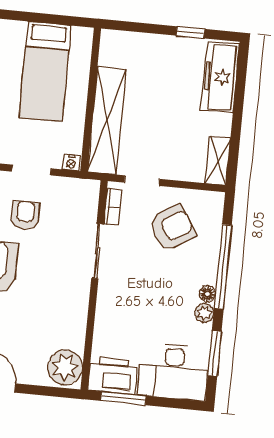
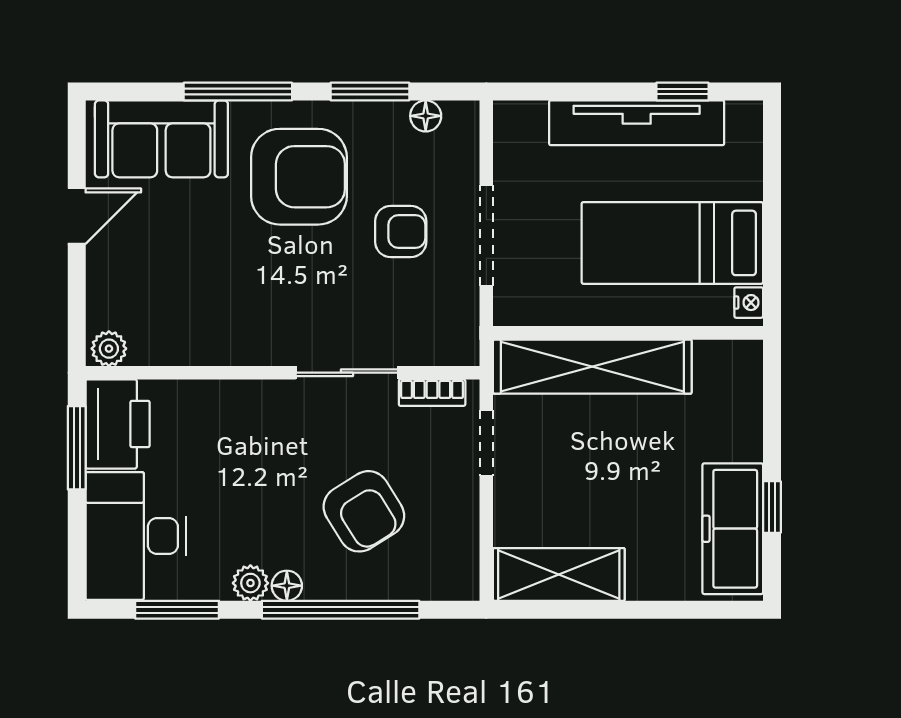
freezer: (220, 77) -> (733, 529), moved, turned -90
shelving: (218, 161) -> (559, 574), width x1.50, depth x1.33
nightstand: (71, 163) -> (749, 303), moved, turned 180
doorway: (32, 170) -> (486, 235), width x1.38
armchair: (172, 228) -> (364, 511), moved
plant: (65, 367) -> (109, 349), width x0.53, depth x0.53

